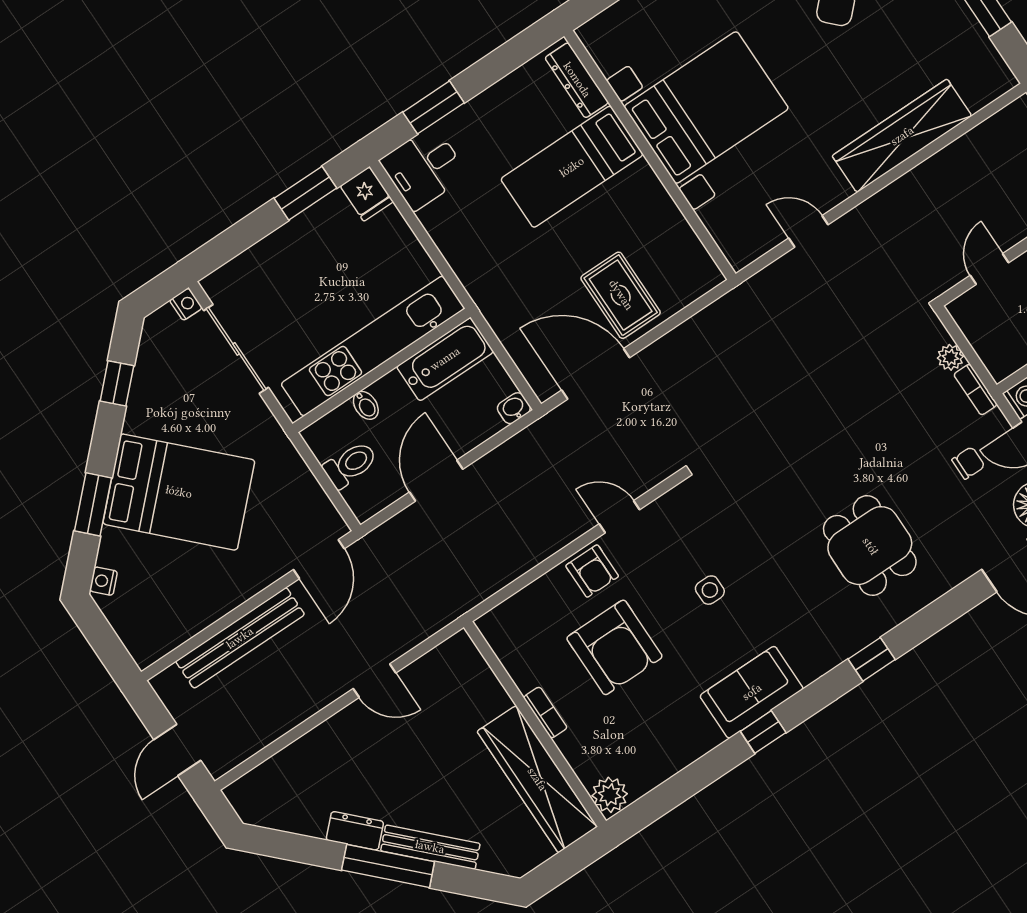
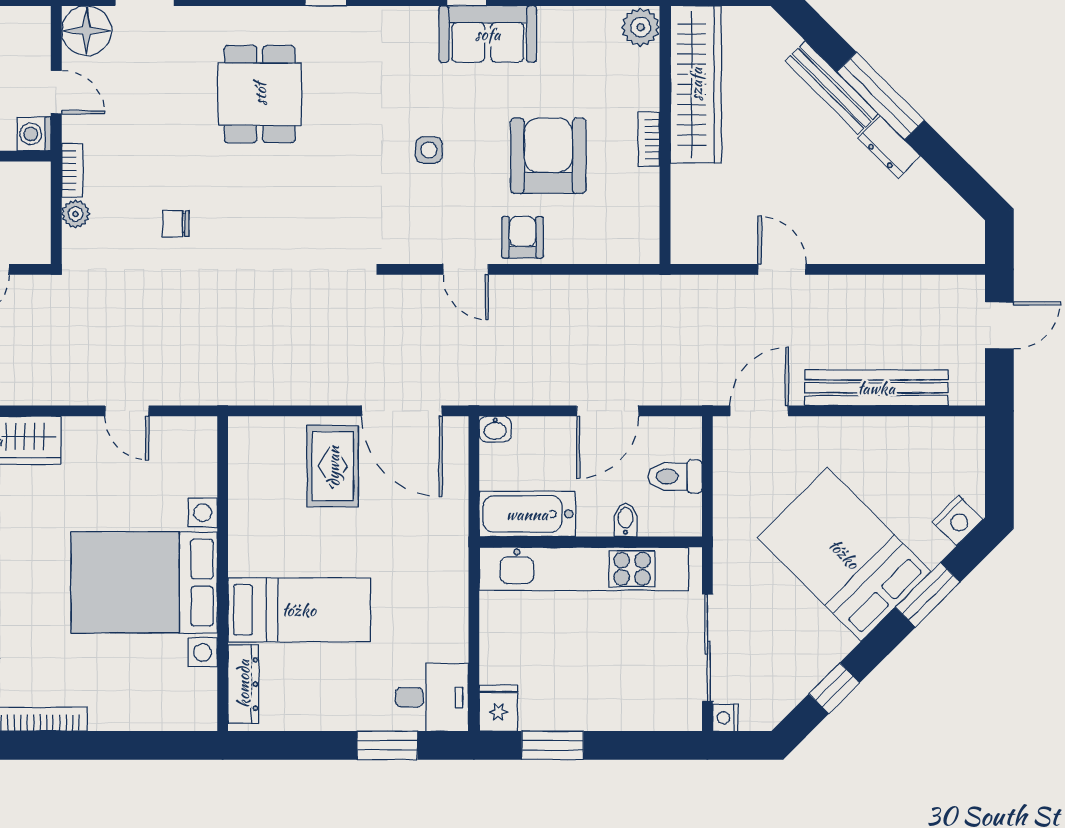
chair: (968, 463) -> (176, 224), moved
nightstand: (103, 581) -> (957, 521), width x1.39, depth x1.35
sofa: (752, 692) -> (488, 34), moved

